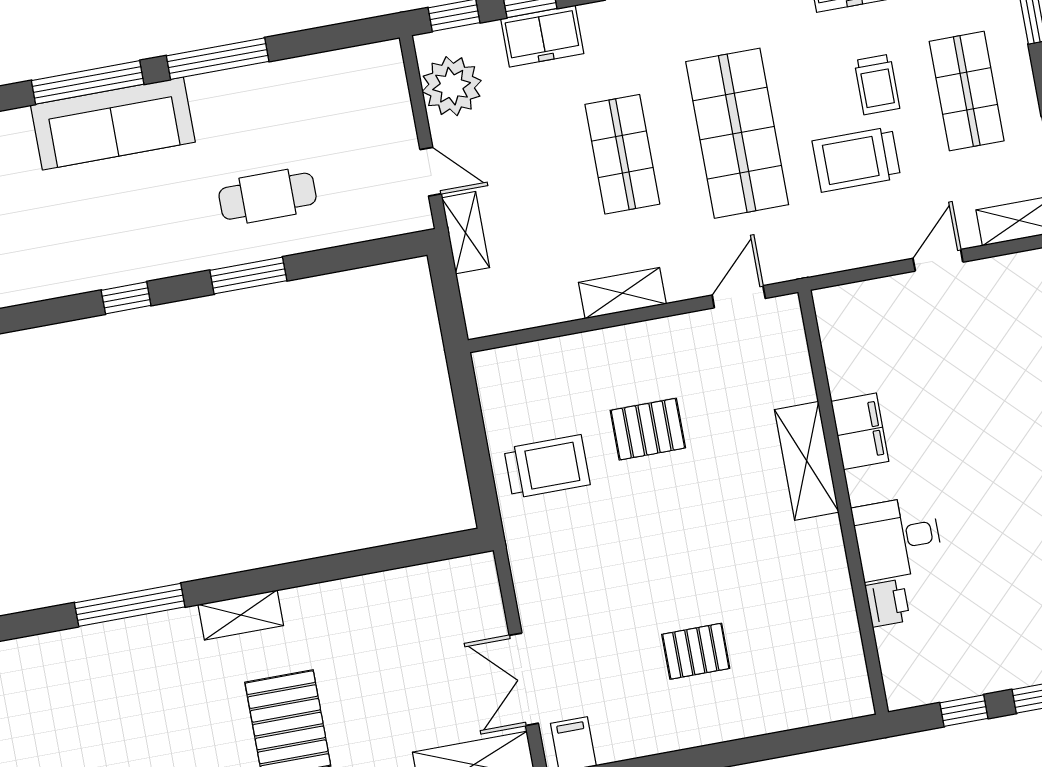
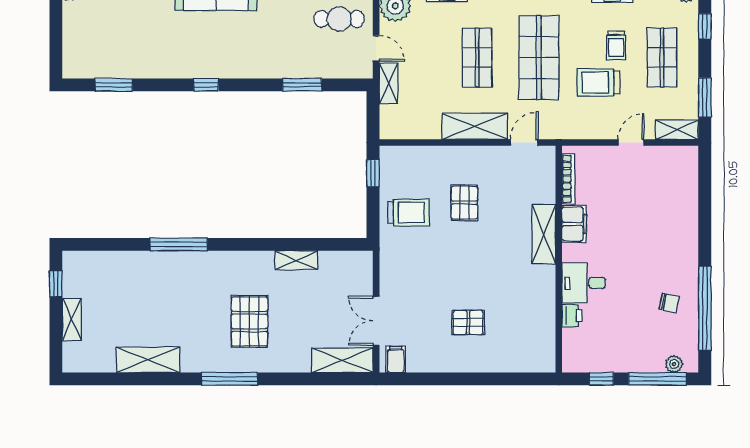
cafe table: (268, 196) -> (339, 19), moved
window: (248, 275) -> (302, 85), moved
shelving: (622, 293) -> (475, 126), width x1.50, depth x1.33
bookcase: (834, 349) -> (568, 179), added
window: (467, 406) -> (373, 173), added
pallet: (648, 429) -> (464, 203), turned 90
shelving: (241, 615) -> (296, 260), moved

